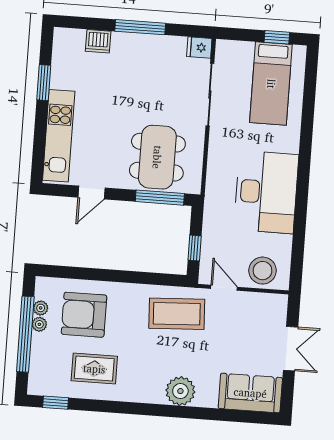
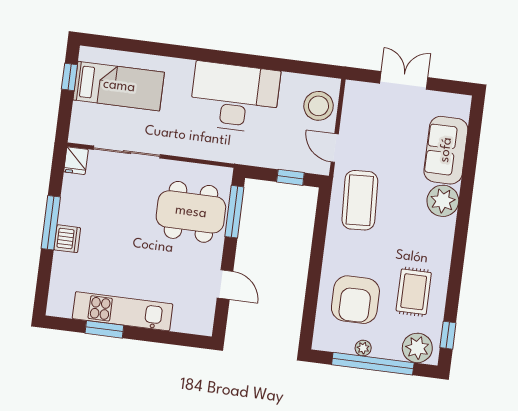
dishwasher: (98, 41) -> (67, 239), moved
kitchen unit: (59, 136) -> (123, 311), moved
door: (224, 288) -> (335, 148), hinge flipped
plant: (41, 308) -> (417, 348), moved, width x1.88, depth x1.88
sofa: (250, 393) -> (446, 150), moved

